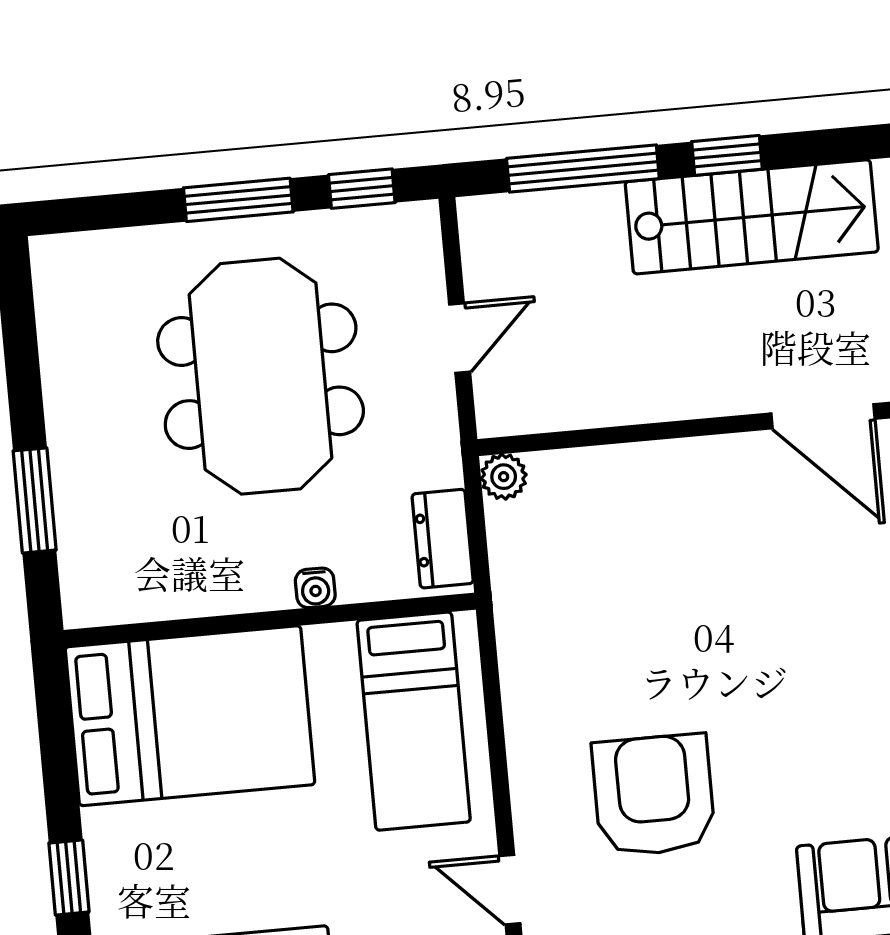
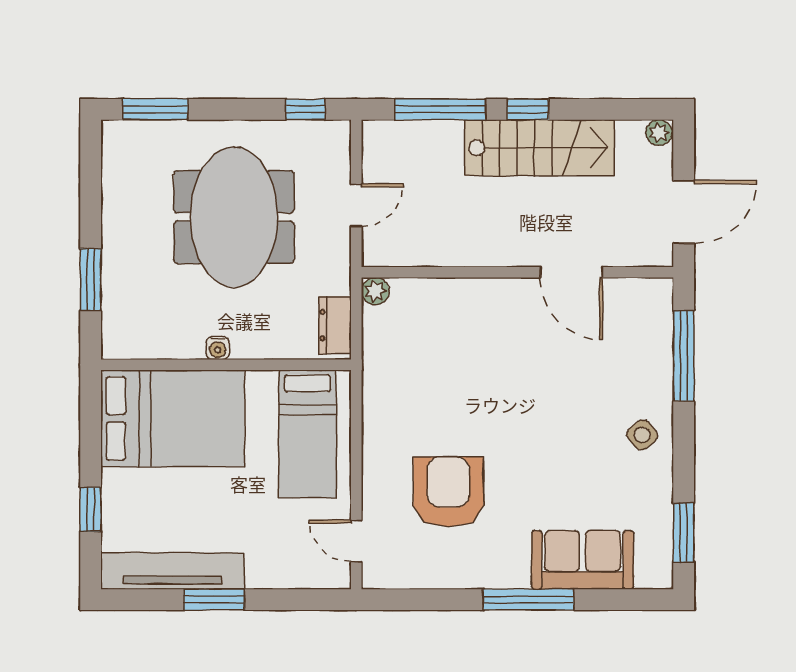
window: (238, 200) -> (155, 109), moved
water cooler: (315, 588) -> (218, 348), moved

